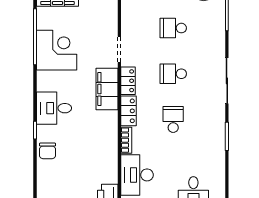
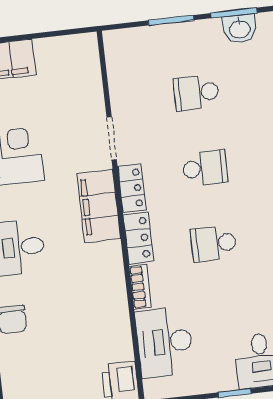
school desk: (173, 74) -> (205, 168), turned 180
school desk: (173, 119) -> (214, 244), turned -90

